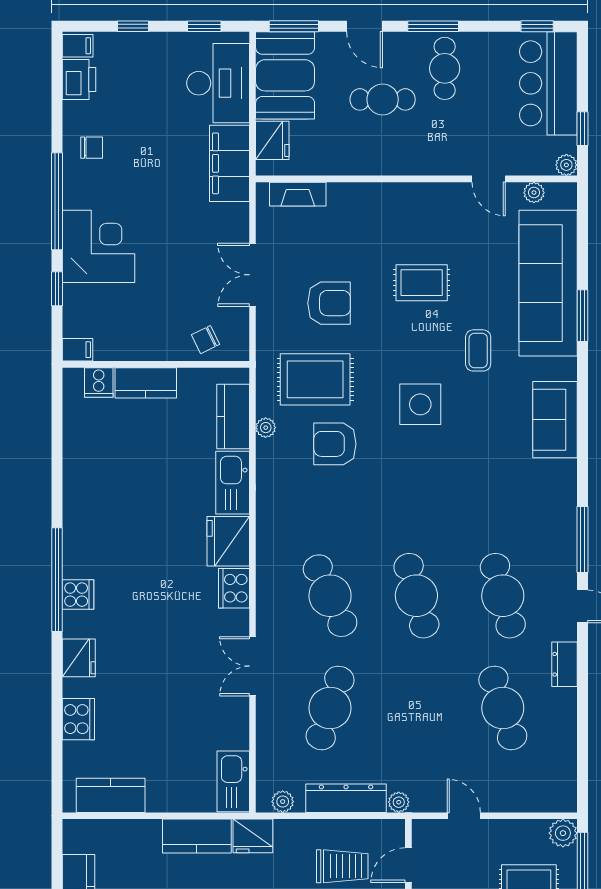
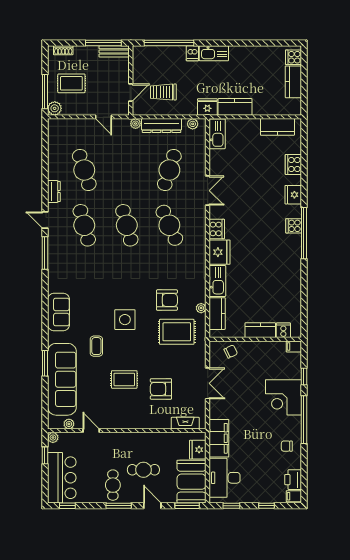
armchair: (329, 303) -> (161, 389), moved

